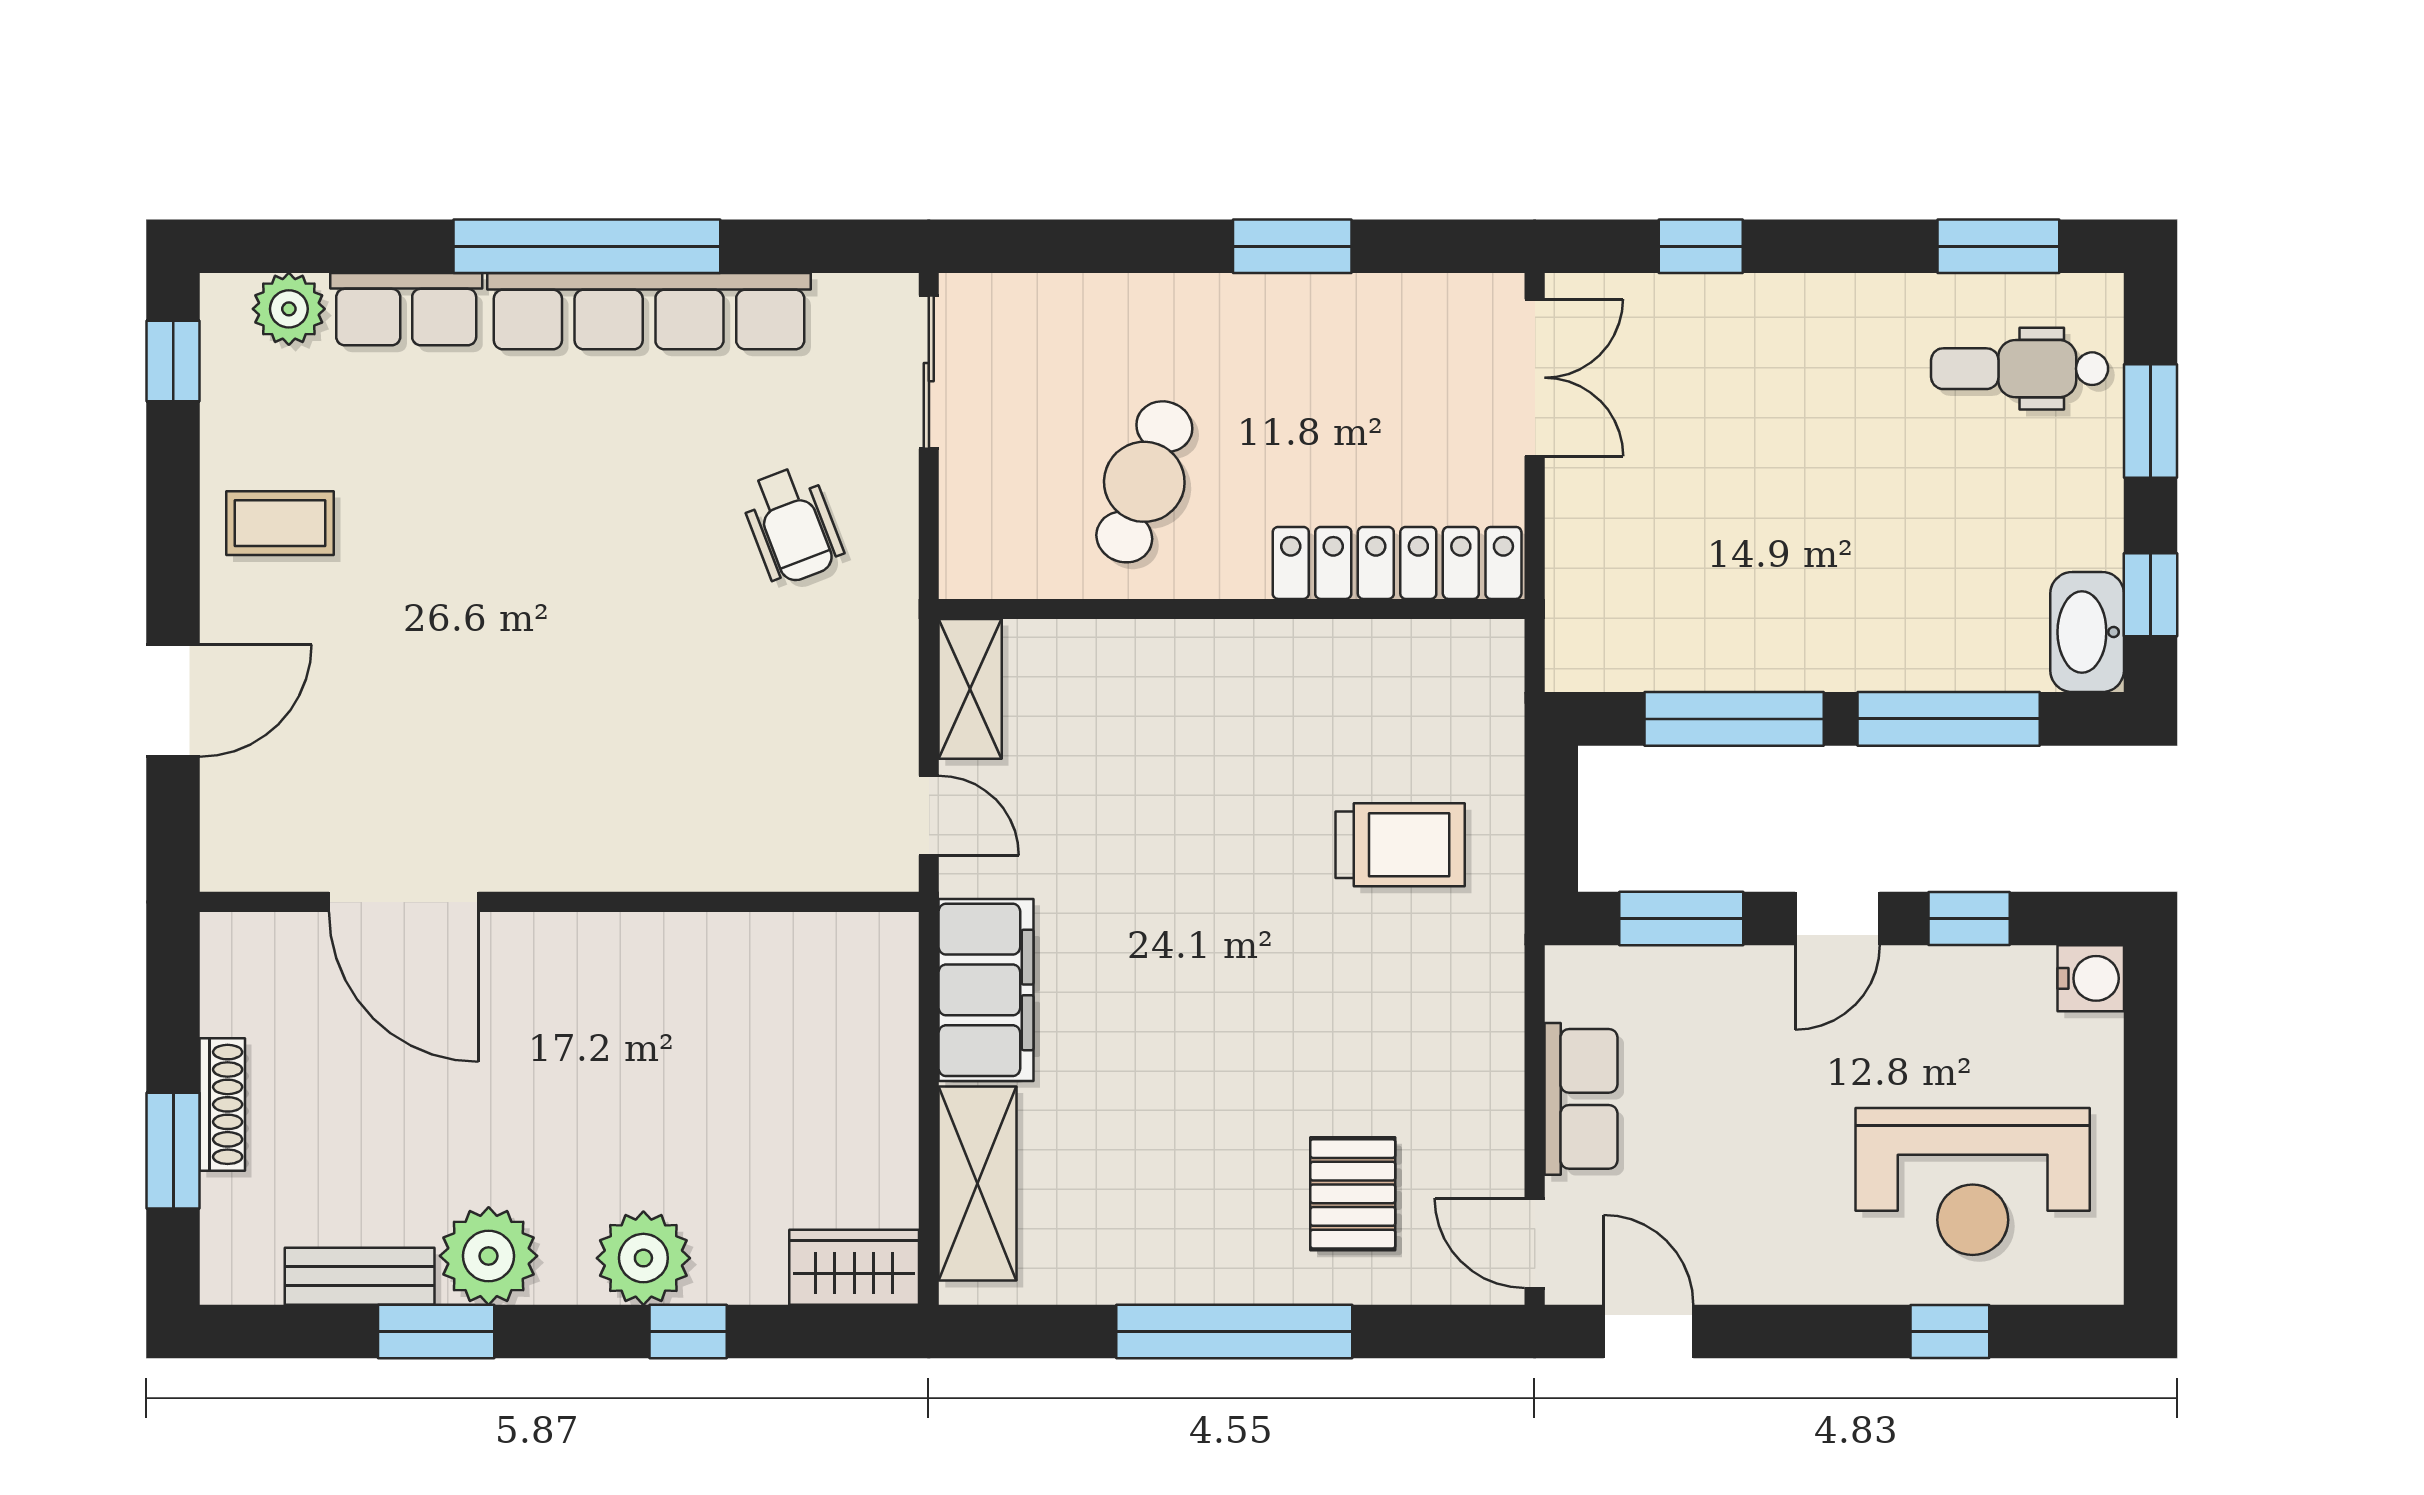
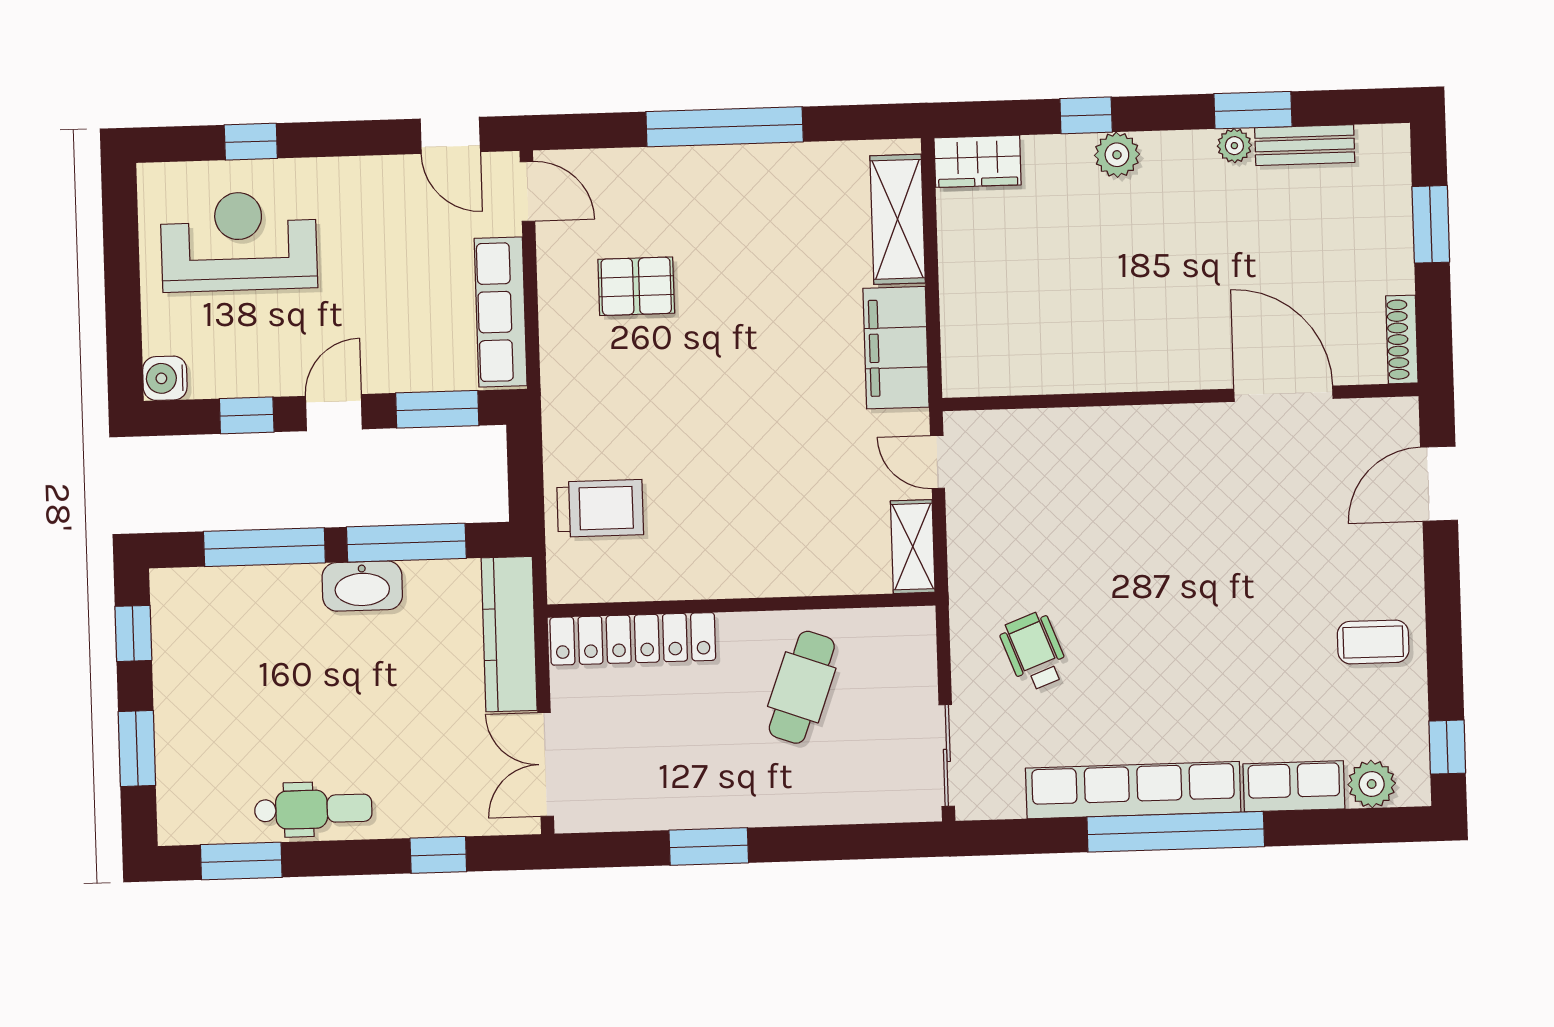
dental chair: (2020, 369) -> (313, 809), moved
kitchen counter: (1583, 576) -> (509, 634), added
washbasin: (2087, 632) -> (362, 586), moved, turned 90
door: (173, 701) -> (1439, 484), moved
trolley: (1400, 845) -> (600, 508), moved, turned 180
row of seats: (1581, 1099) -> (501, 312), width x1.48
shoe rack: (222, 1104) -> (1402, 339), moved
pallet: (1353, 1194) -> (636, 286), moved, turned 90
plant: (489, 1256) -> (1234, 146), width x0.53, depth x0.53
plant: (643, 1258) -> (1117, 155), width x0.73, depth x0.73

